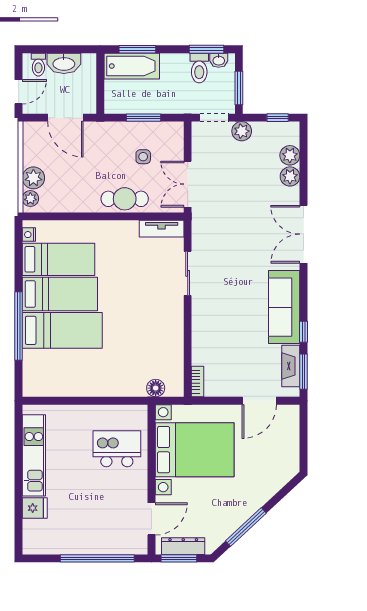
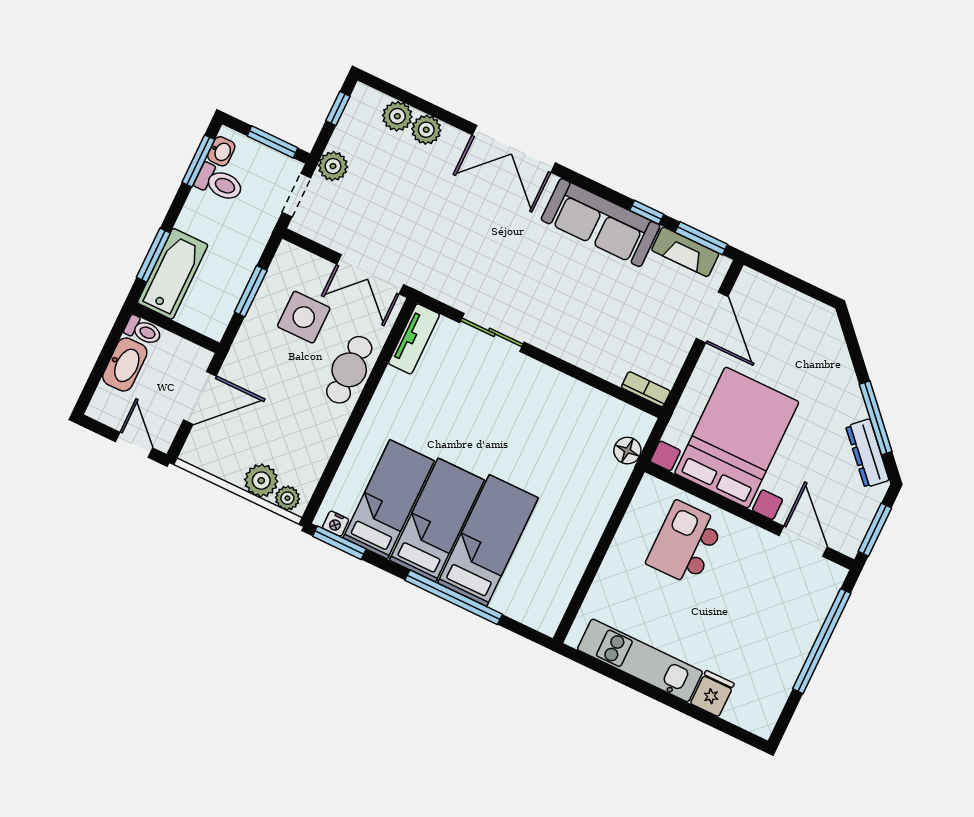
toilet: (38, 65) -> (143, 331), moved
side table: (143, 157) -> (304, 317), width x1.87, depth x1.87
window: (19, 242) -> (339, 543), added
dresser: (183, 546) -> (867, 453), moved, turned -43

